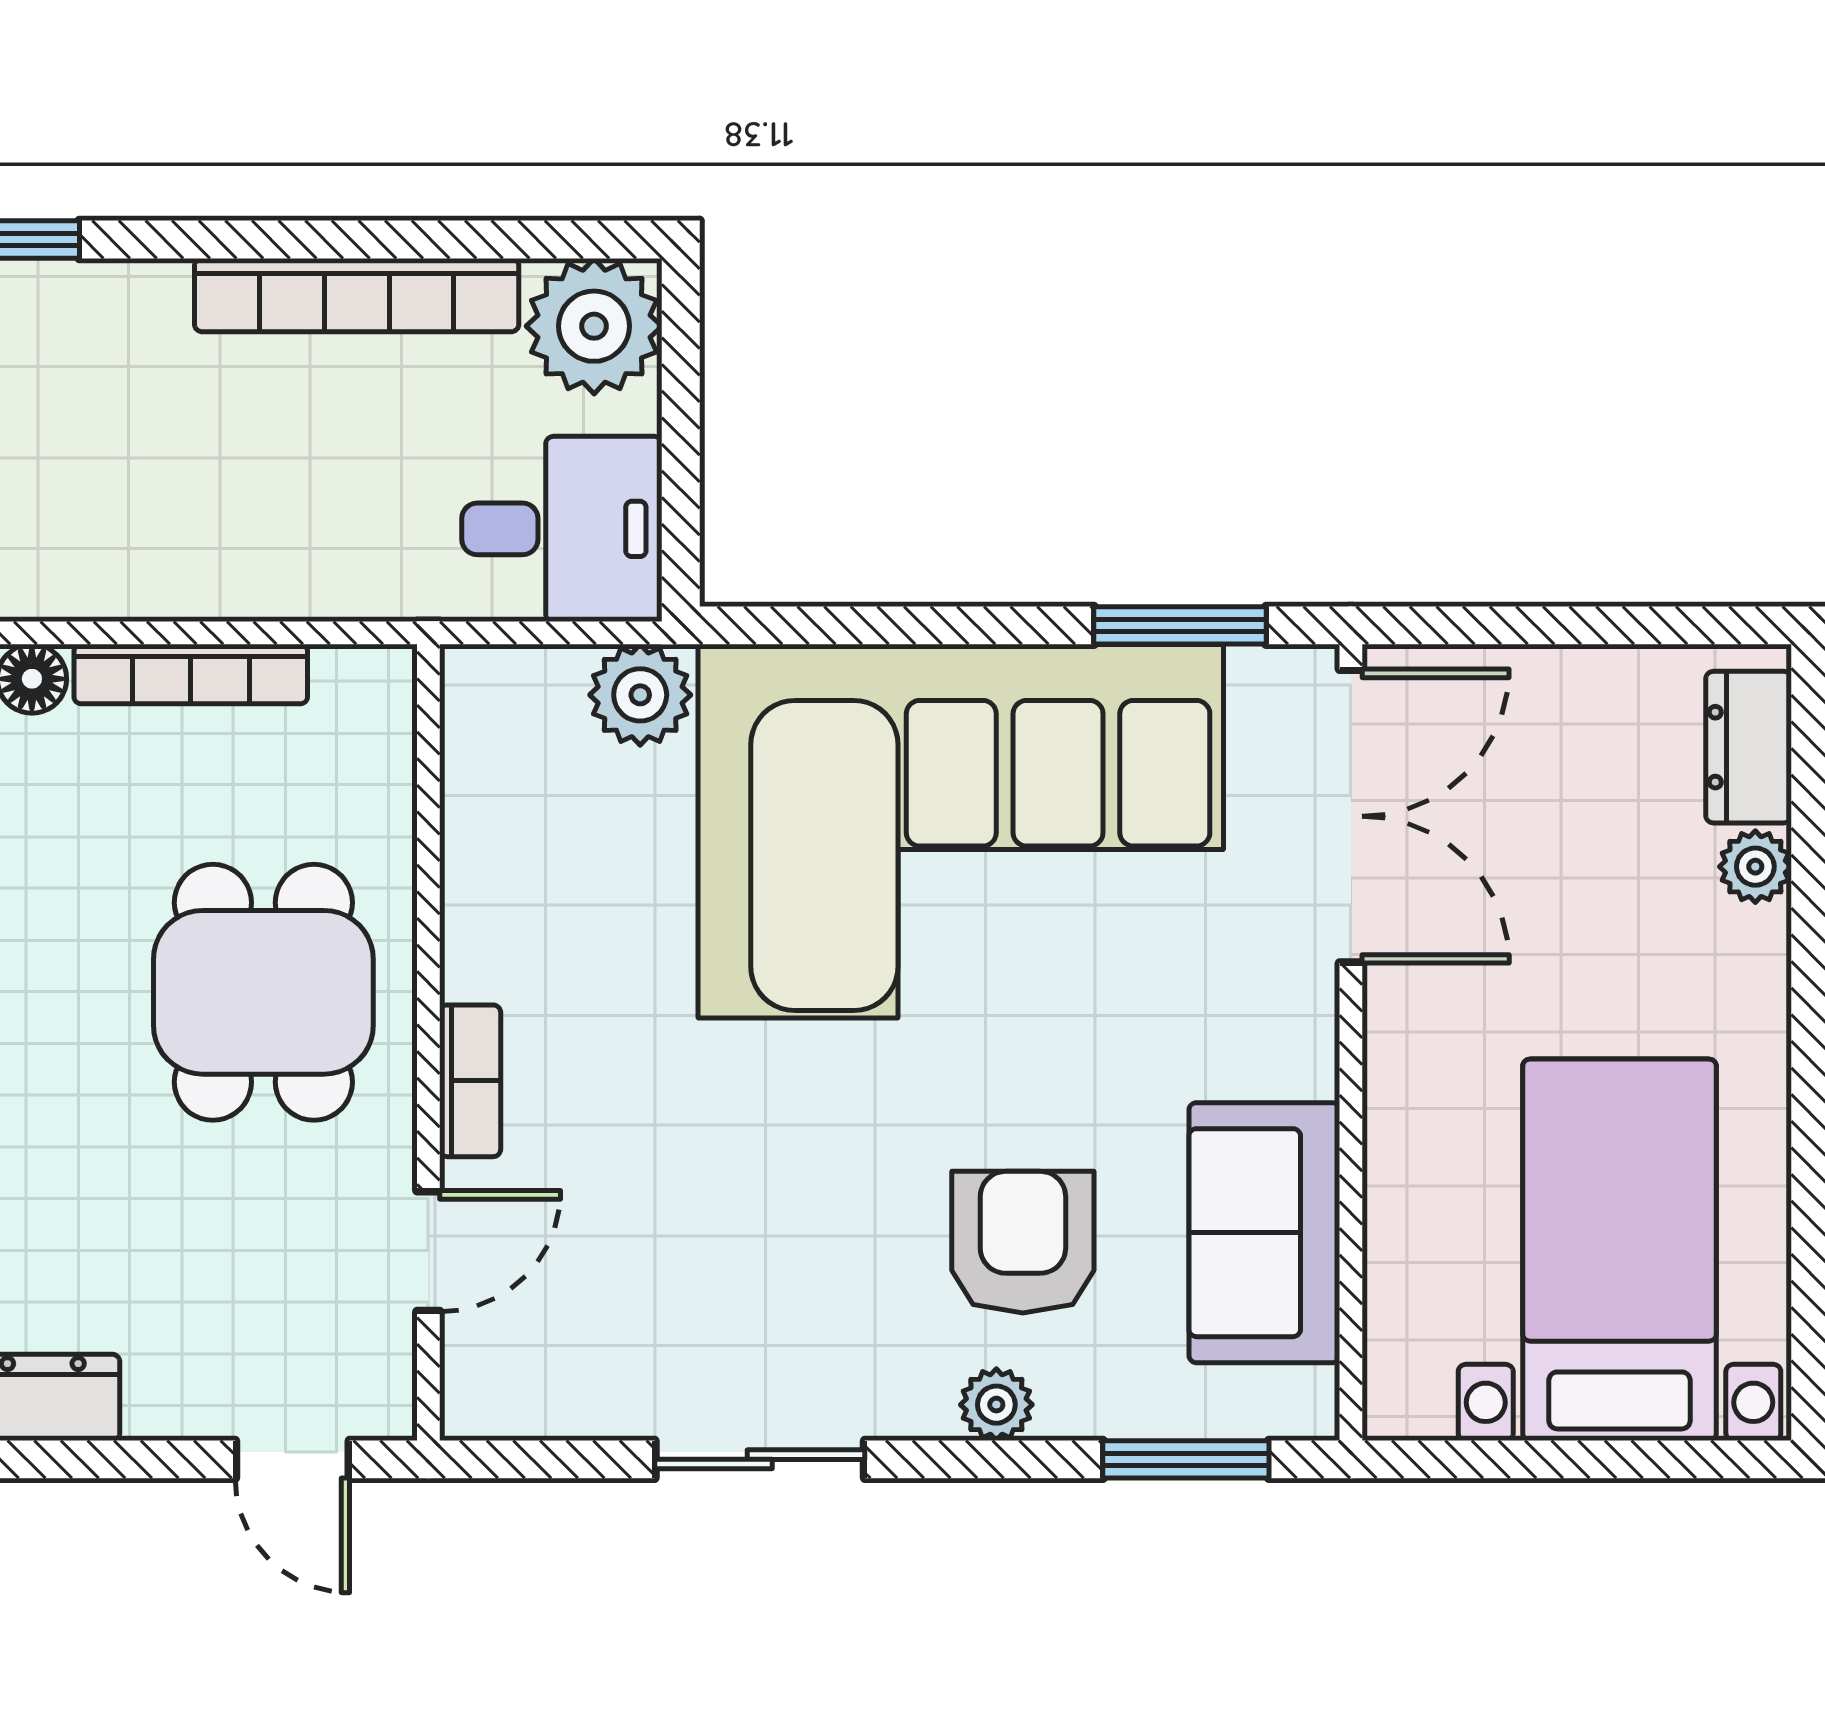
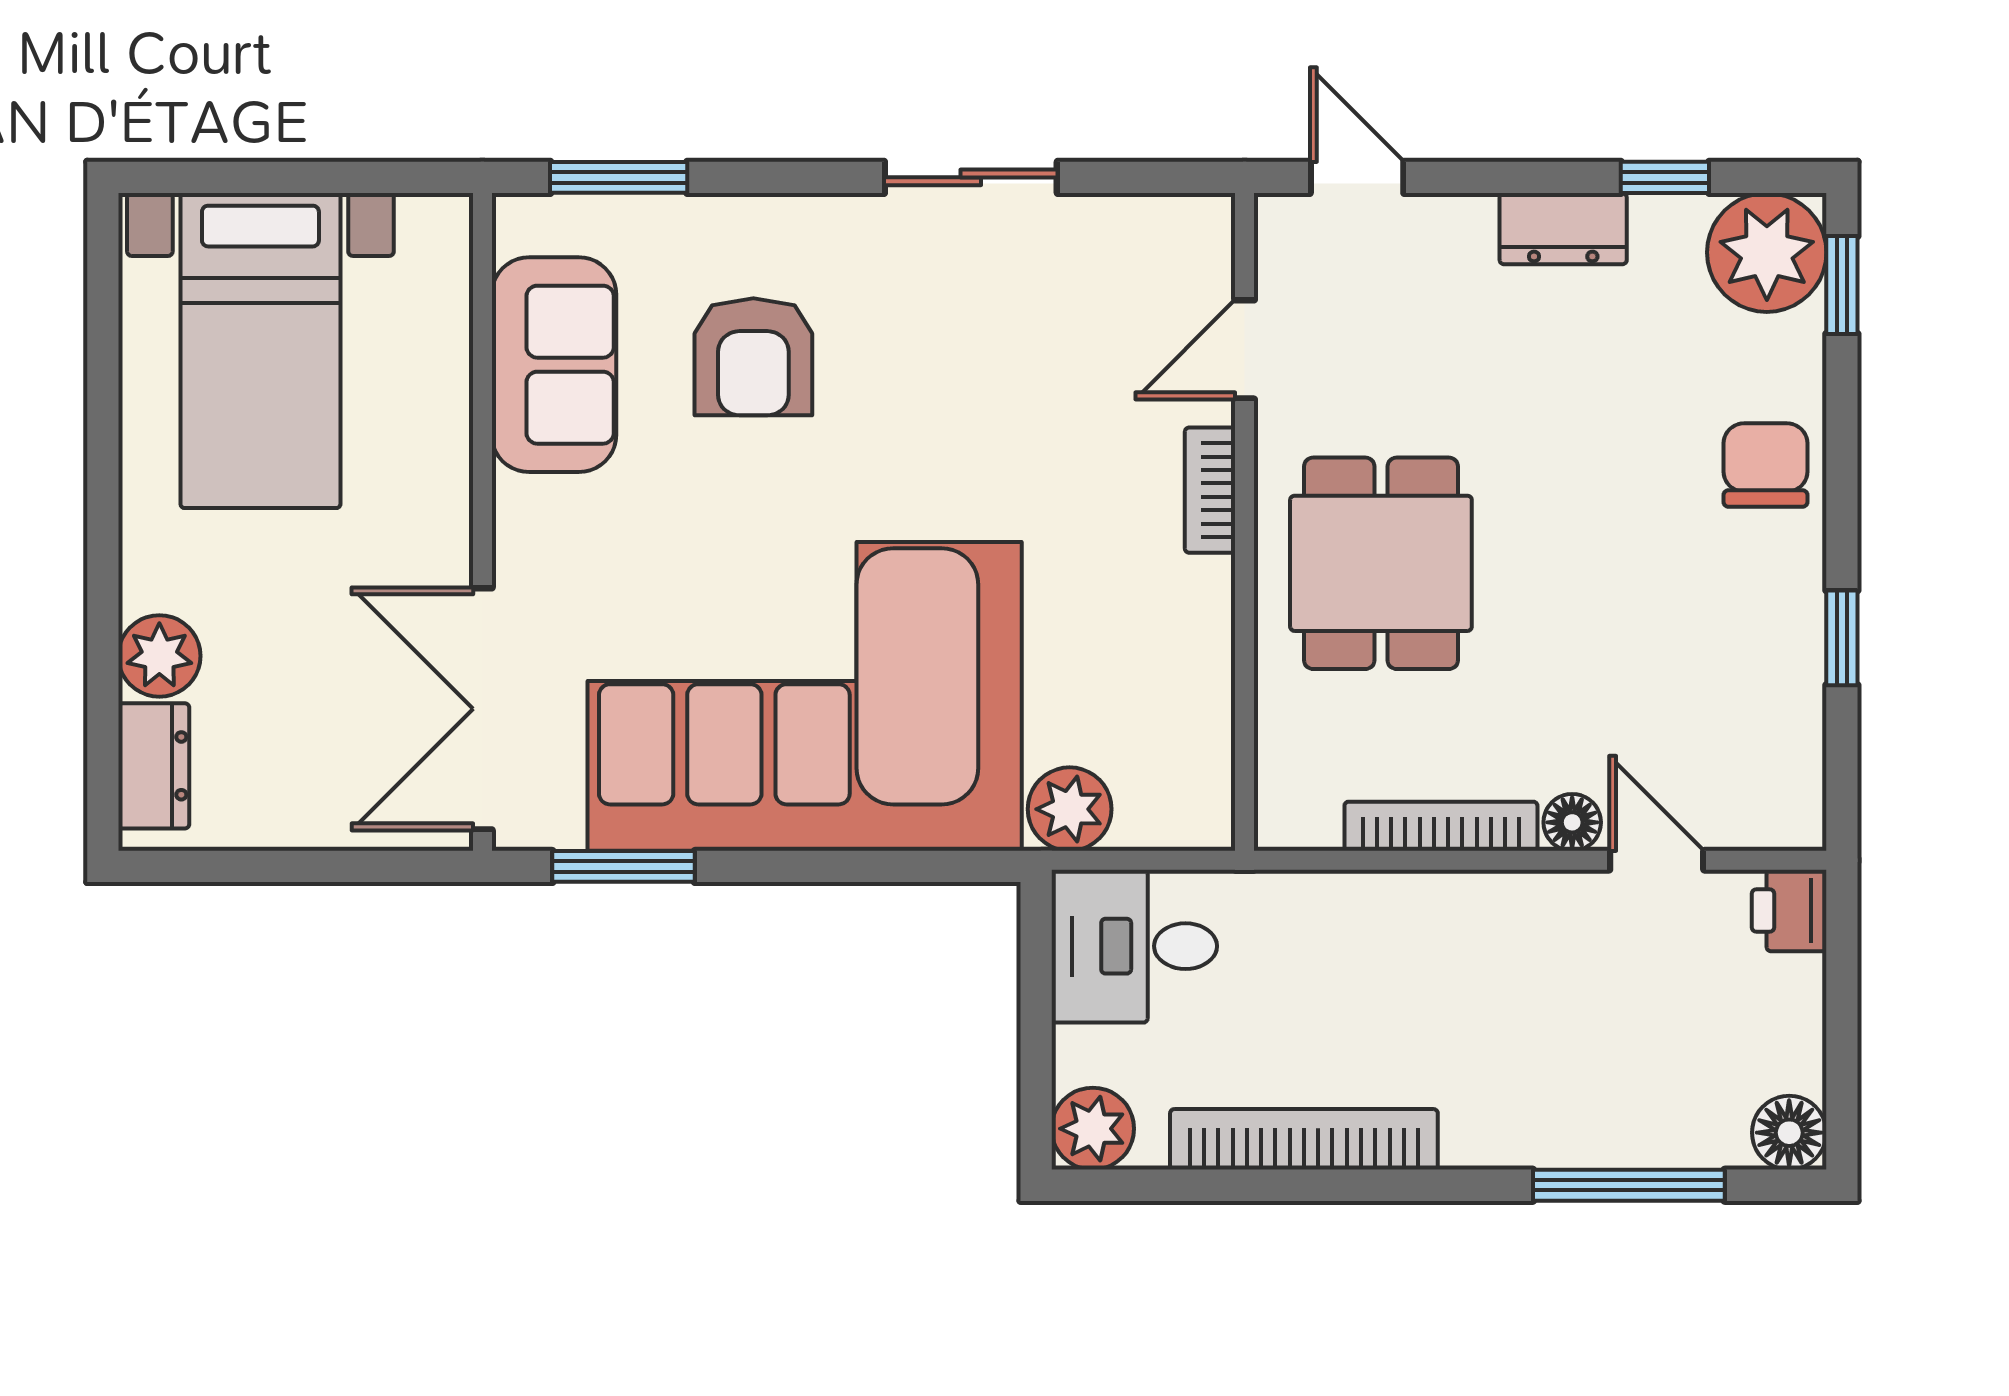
plant: (594, 326) -> (1093, 1129), width x0.73, depth x0.73
plant: (1755, 867) -> (159, 656), width x1.38, depth x1.38
plant: (996, 1405) -> (775, 223), removed

